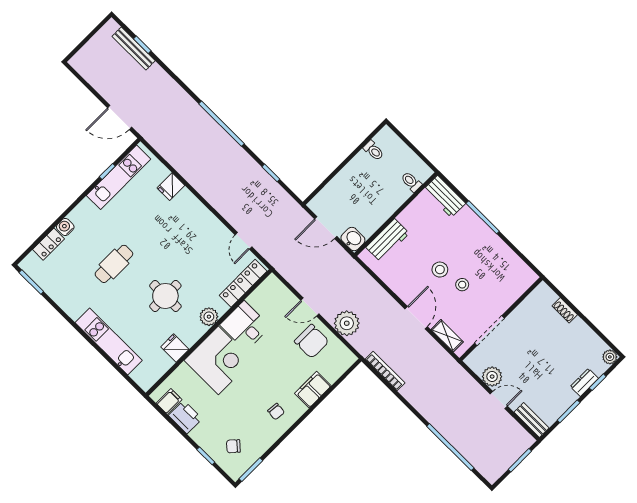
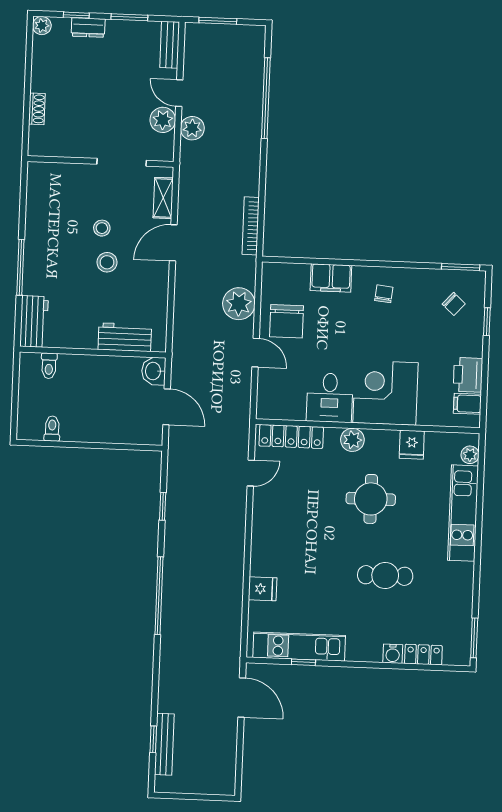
chair: (312, 341) -> (286, 321), turned 180
plant: (138, 376) -> (470, 455), added
plant: (472, 389) -> (192, 128), added

